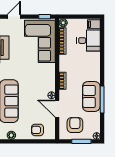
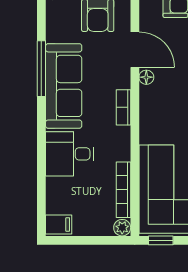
desk: (88, 41) -> (70, 154), moved
sofa: (91, 96) -> (64, 86), width x1.36

